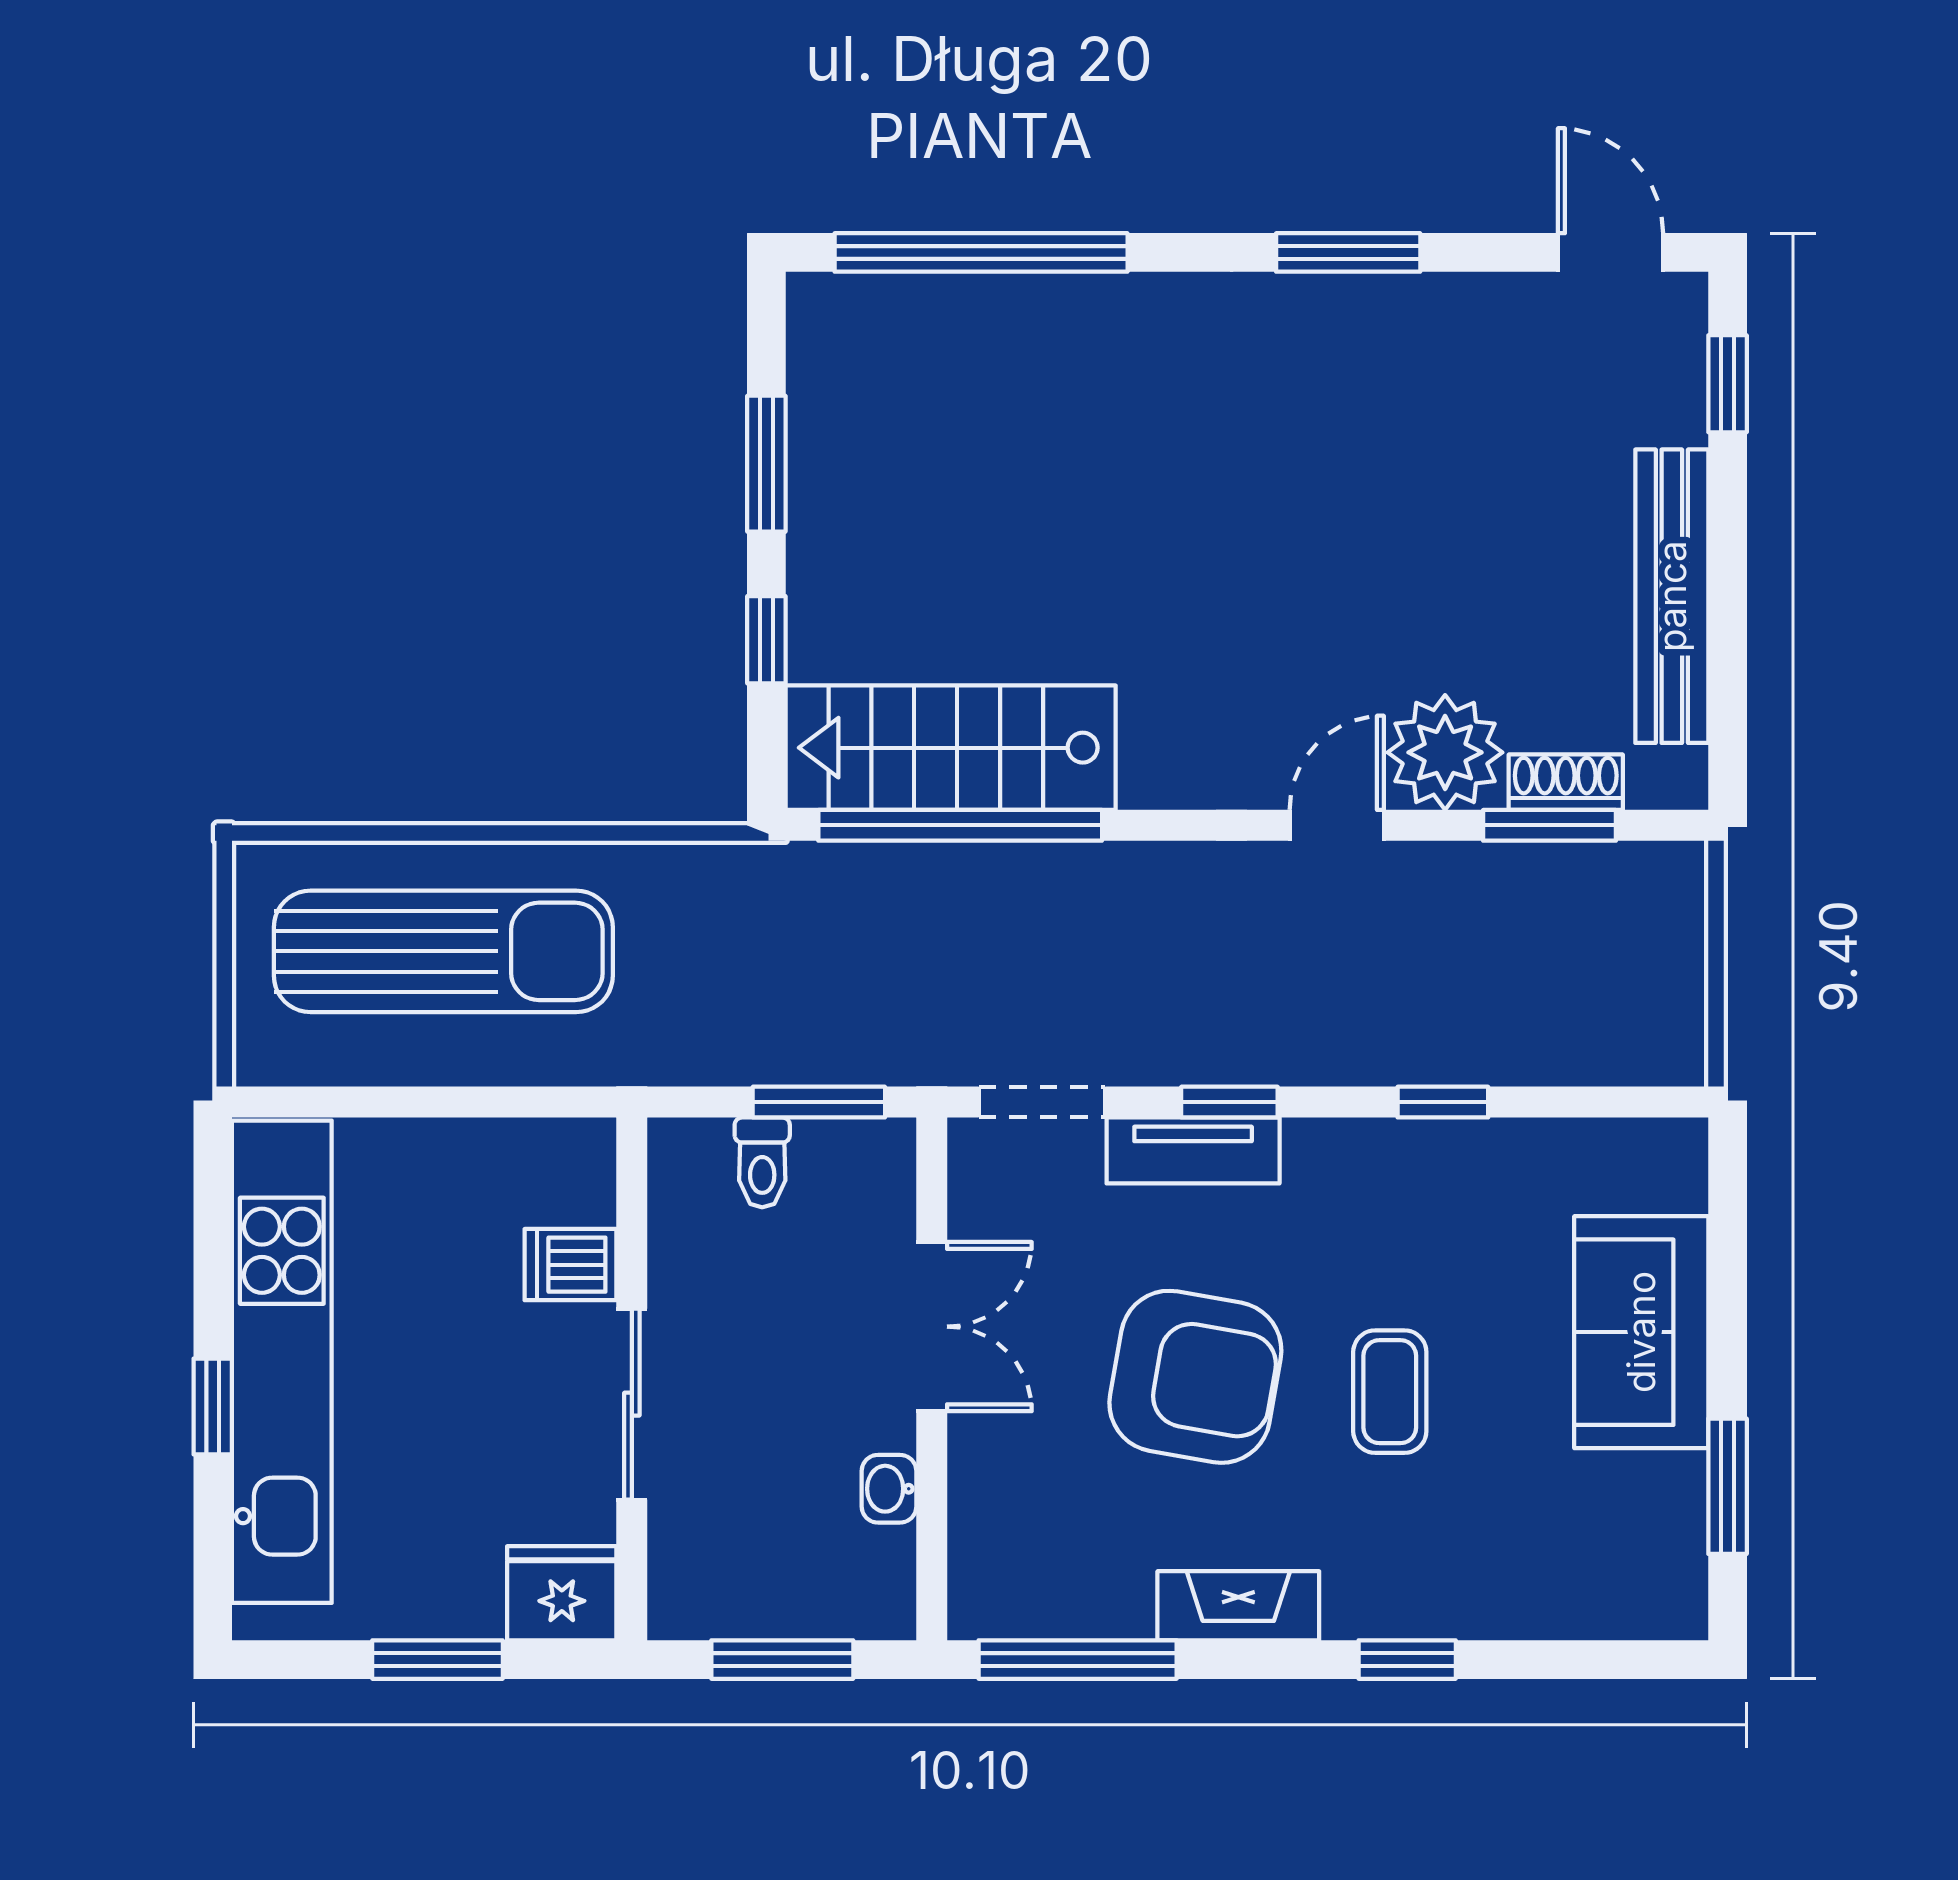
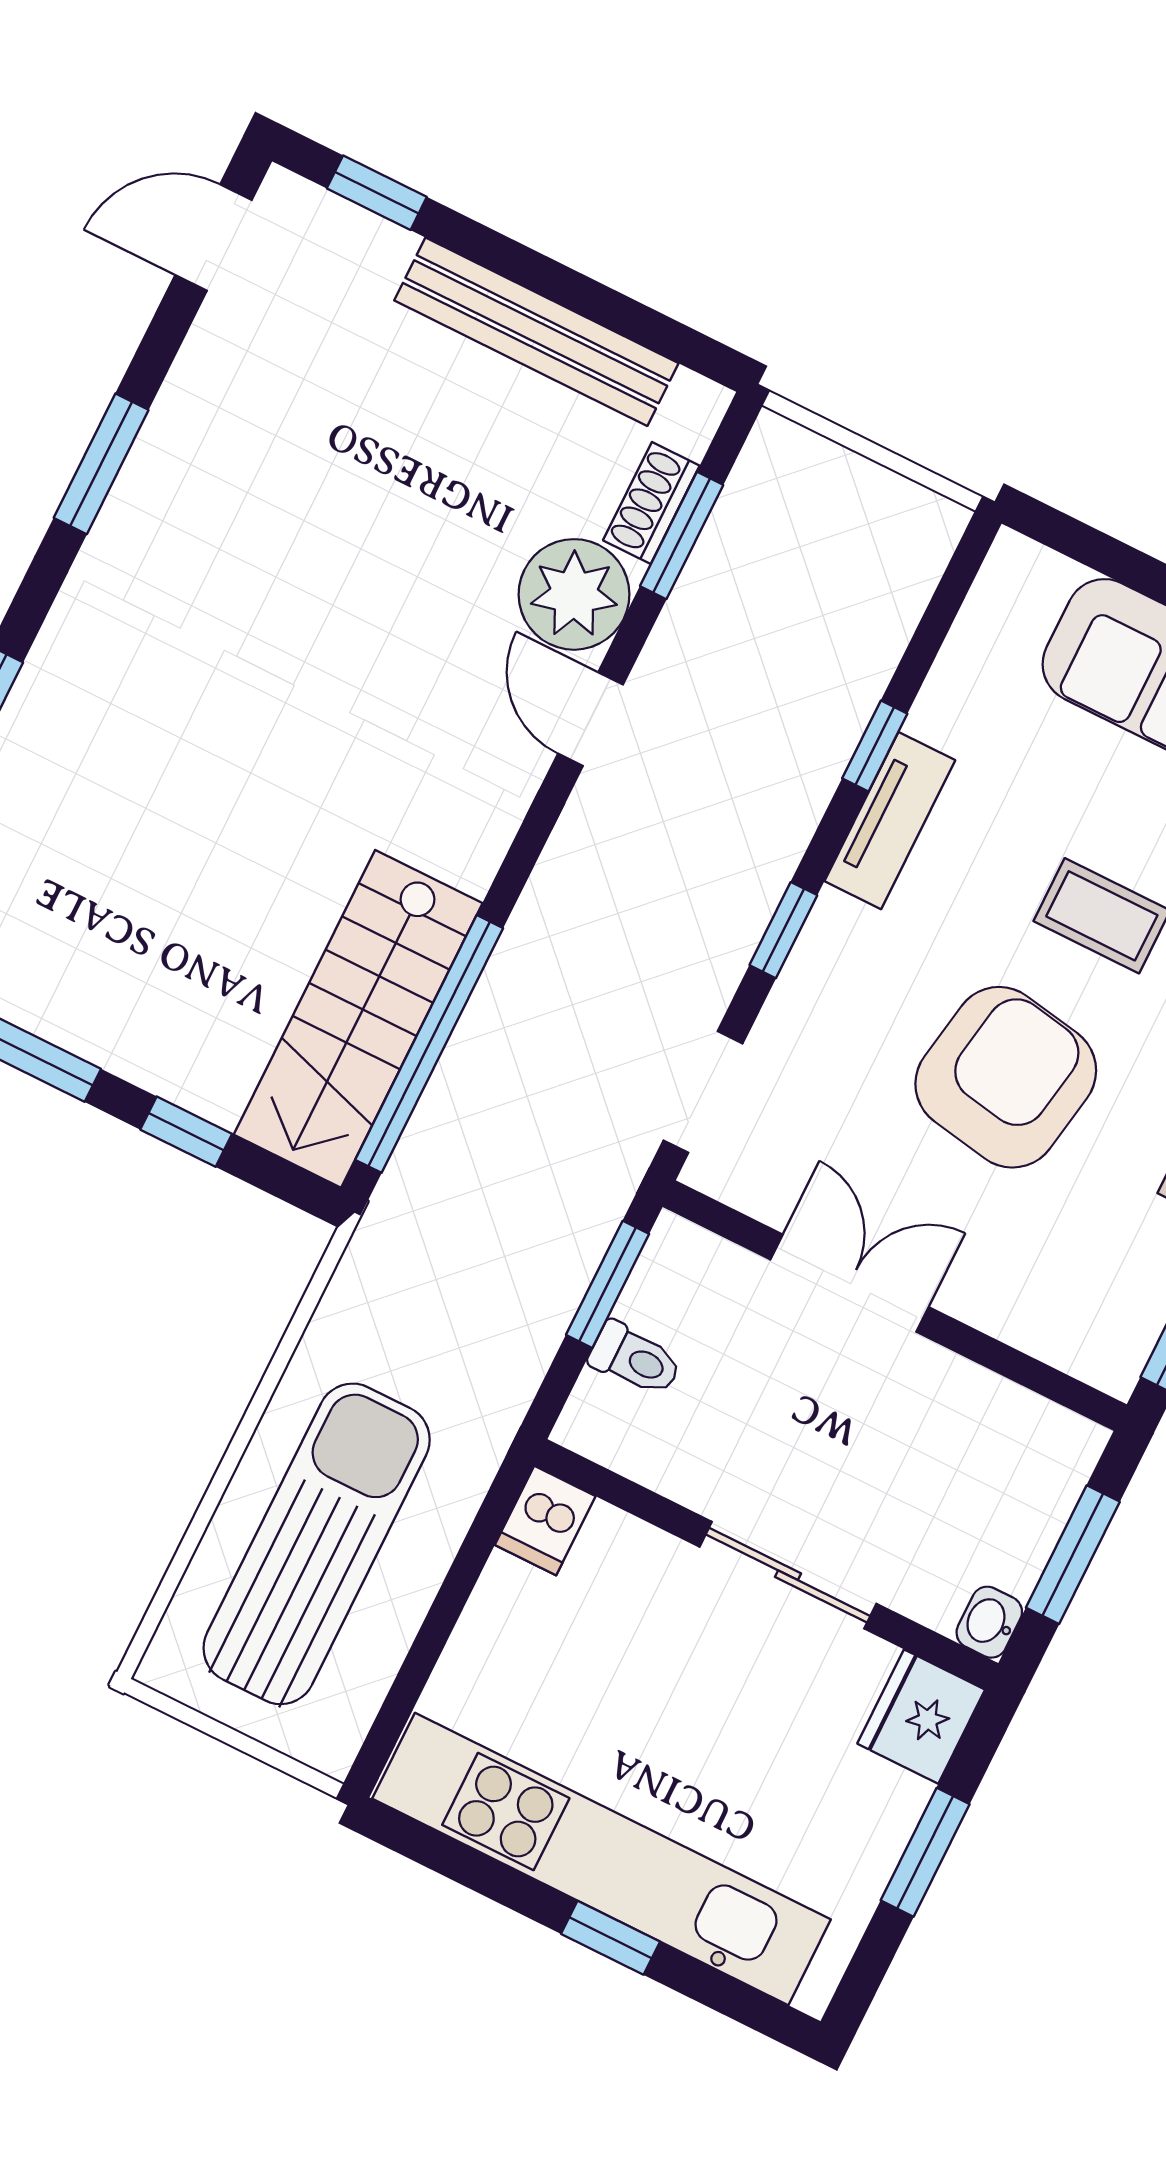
tv unit: (1193, 1150) -> (890, 821), moved
dishwasher: (571, 1265) -> (545, 1521), moved
washbasin: (889, 1489) -> (989, 1622), moved, turned 90

